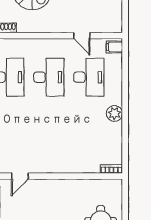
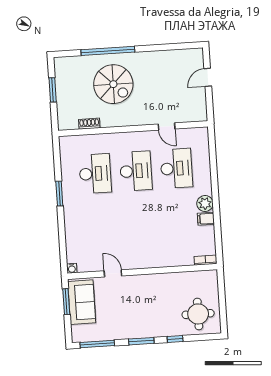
filing cabinet: (114, 47) -> (206, 219), moved
door: (20, 176) -> (113, 273), swing flipped

